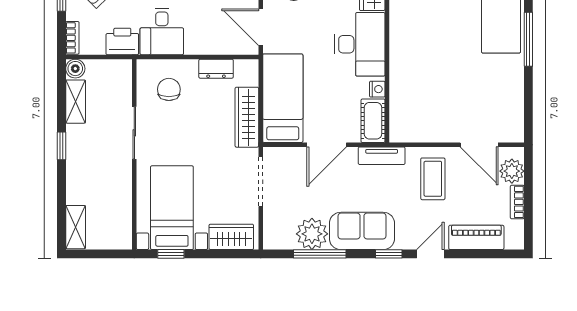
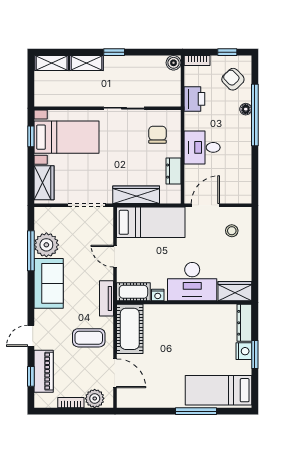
desk: (162, 31) -> (202, 147), moved
chair: (169, 89) -> (157, 135), turned -90
shelving: (76, 102) -> (86, 63), moved
cot: (421, 126) -> (130, 329), added
door: (327, 145) -> (115, 256), width x0.73
door: (479, 145) -> (115, 373), swing flipped
window: (389, 254) -> (31, 376), moved
door: (430, 254) -> (31, 336), swing flipped

